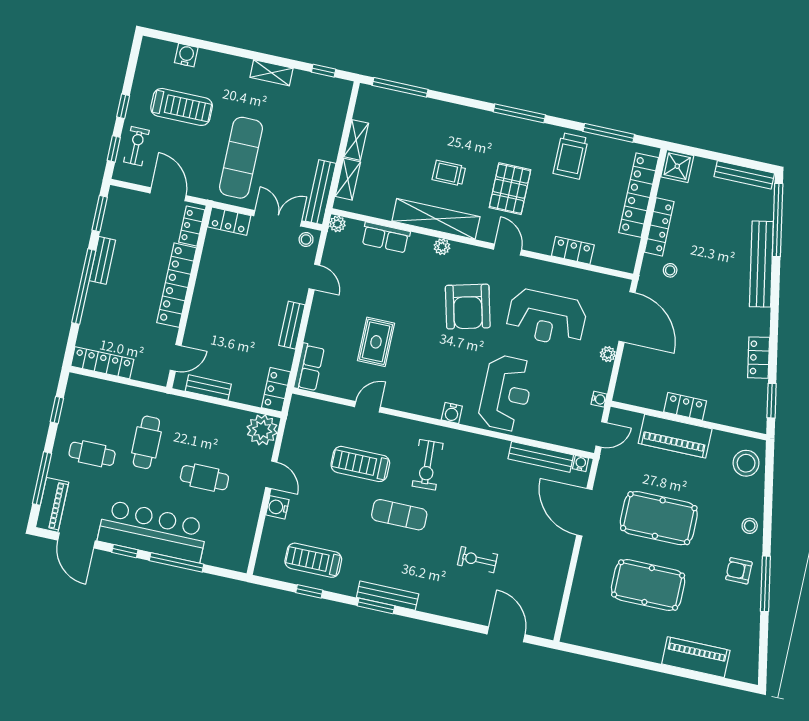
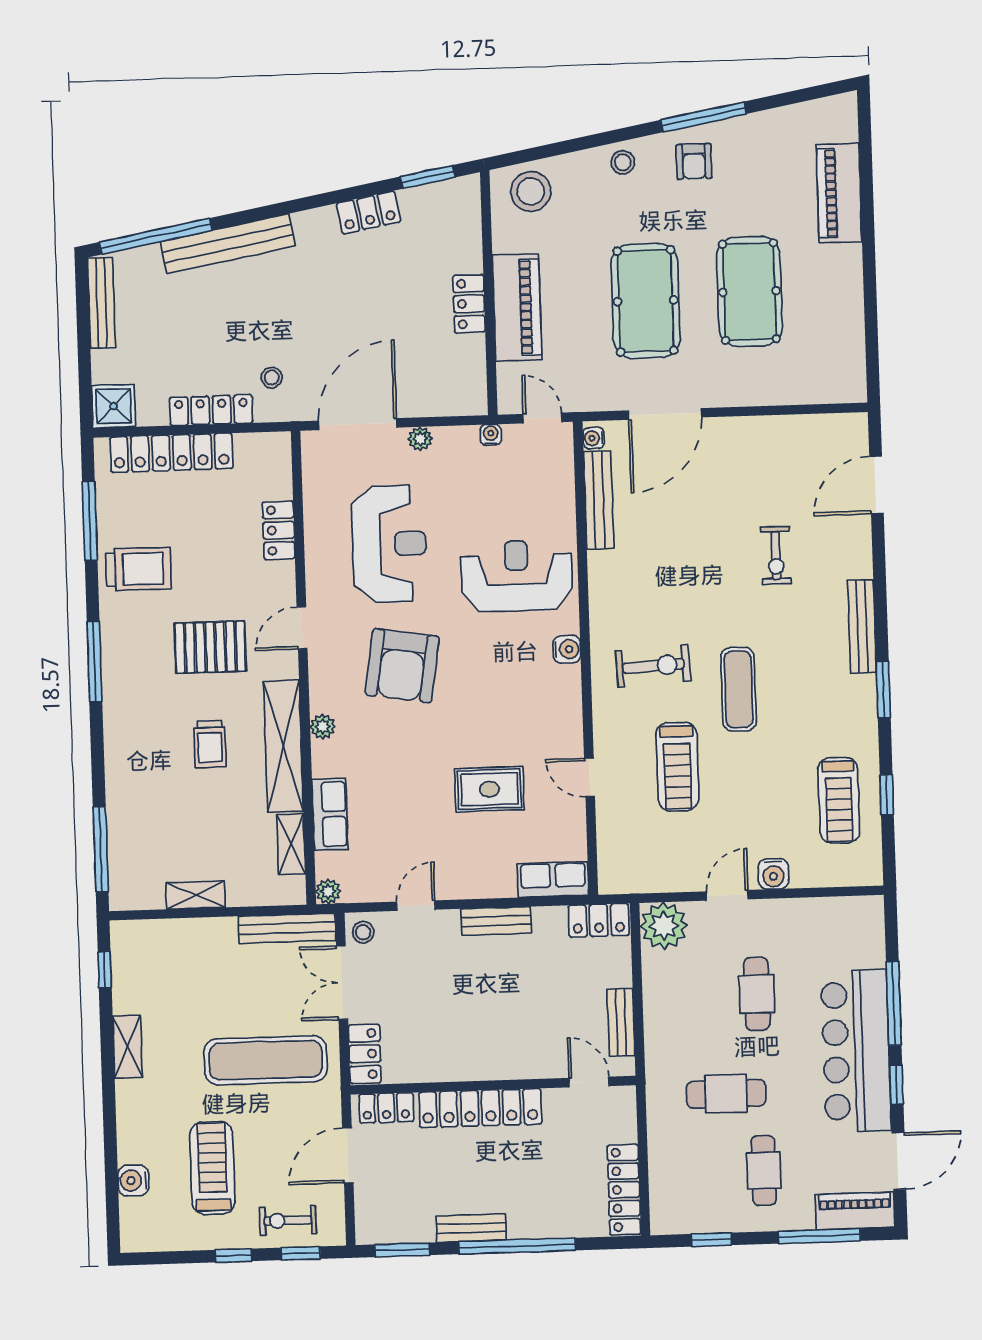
shelving: (348, 179) -> (291, 844), moved, turned 90
armchair: (468, 307) -> (402, 666), turned 113
bench: (388, 596) -> (862, 626), moved

